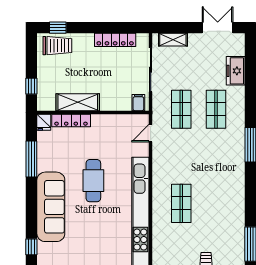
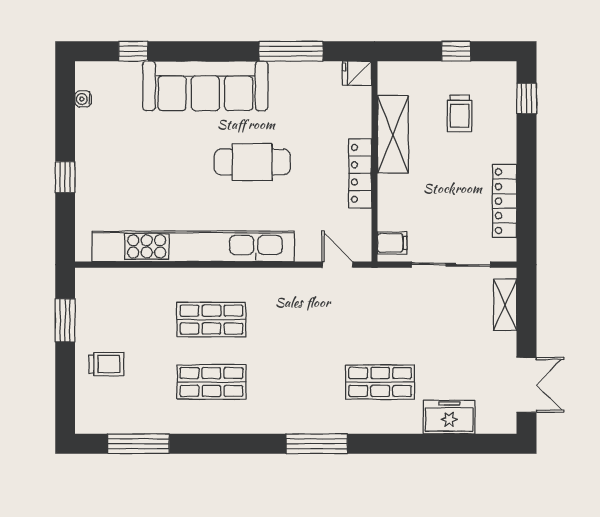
trolley: (57, 46) -> (460, 113), moved, width x0.73, depth x0.72
window: (31, 86) -> (456, 51), moved
shop shelf: (181, 109) -> (211, 382), moved
locker: (71, 120) -> (360, 173), moved

